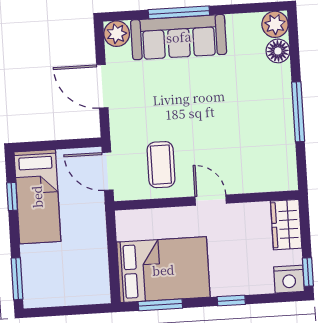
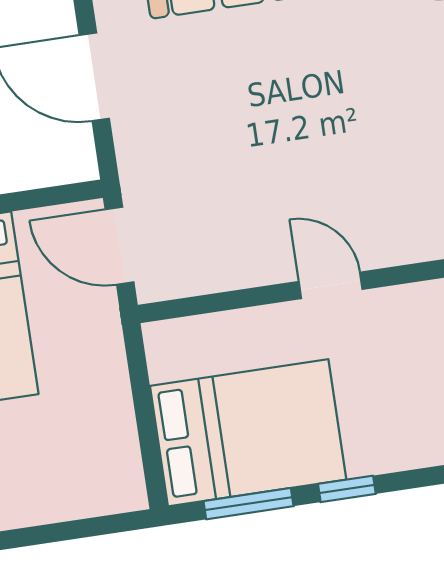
coffee table: (161, 165) -> (225, 223), removed
window: (231, 300) -> (347, 489), moved

